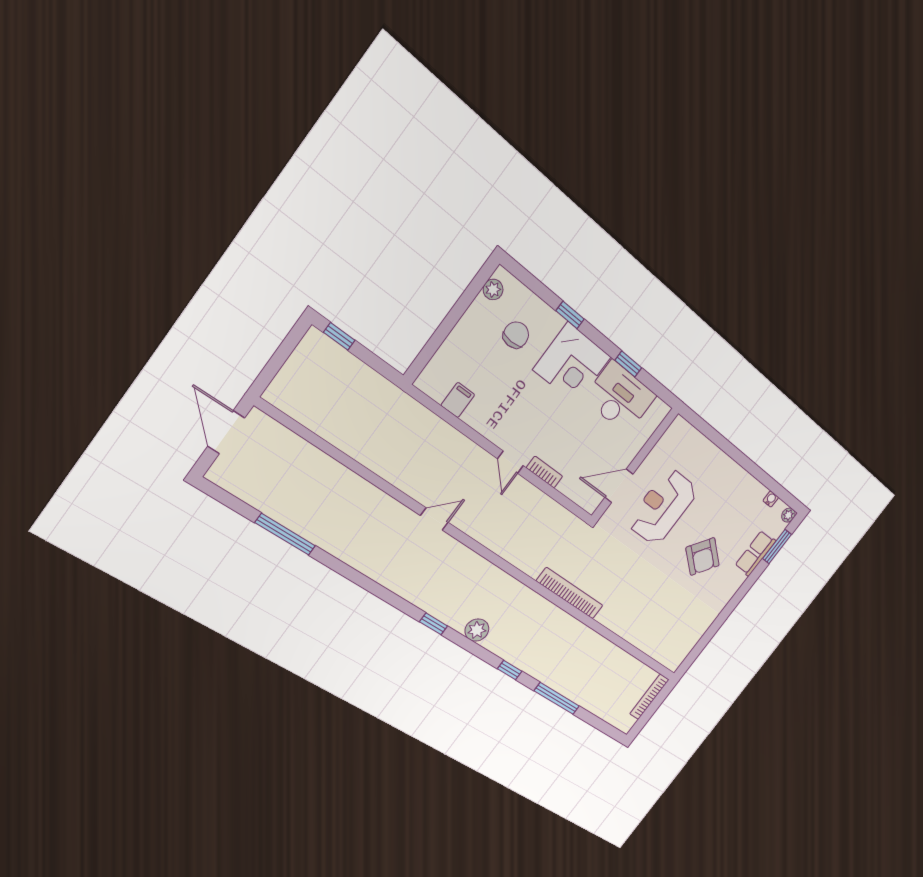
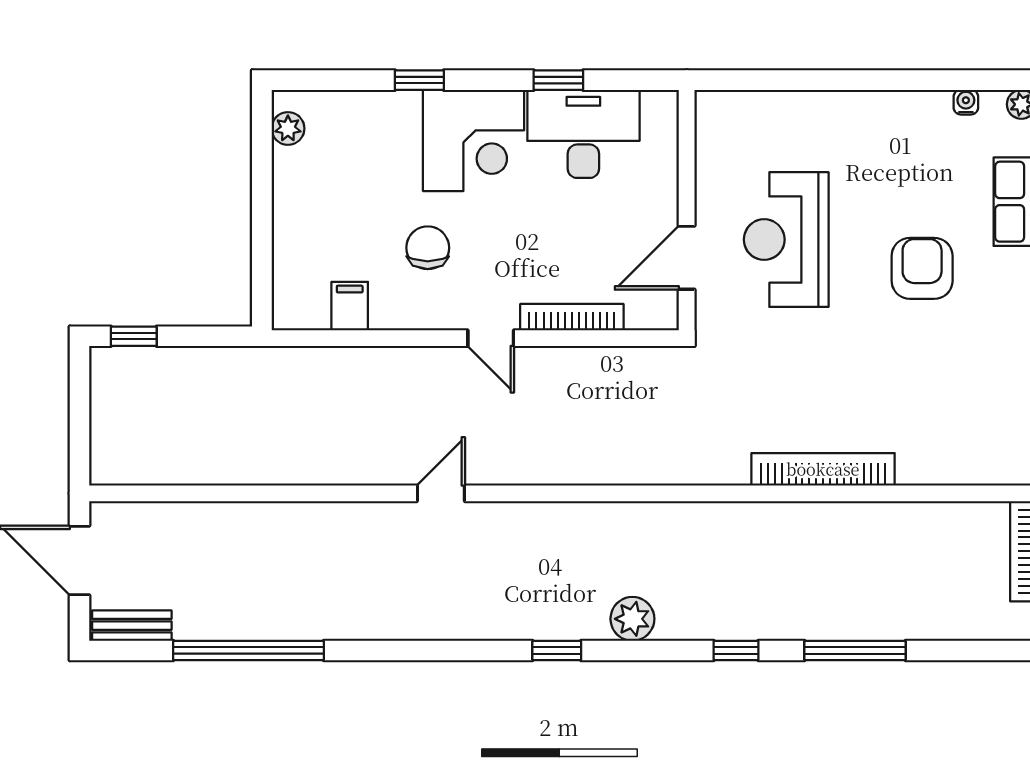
chair: (516, 335) -> (428, 248), moved
bookcase: (544, 472) -> (572, 317), width x1.56
bench: (232, 484) -> (132, 626), added
window: (285, 534) -> (248, 650), width x1.46
armchair: (703, 557) -> (922, 268), turned -128
bookcase: (570, 593) -> (823, 469), moved

